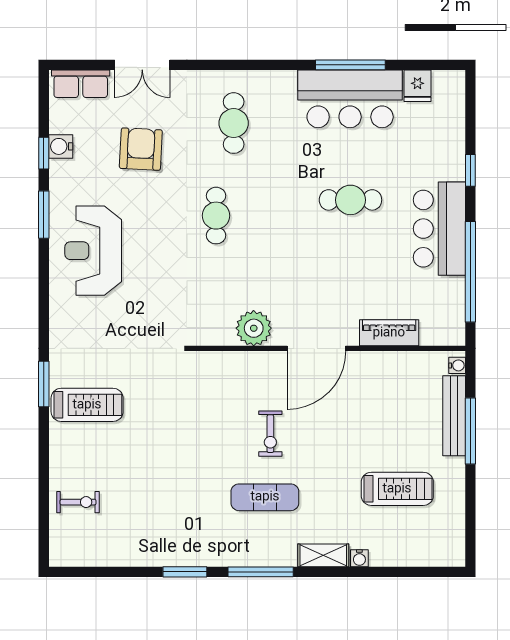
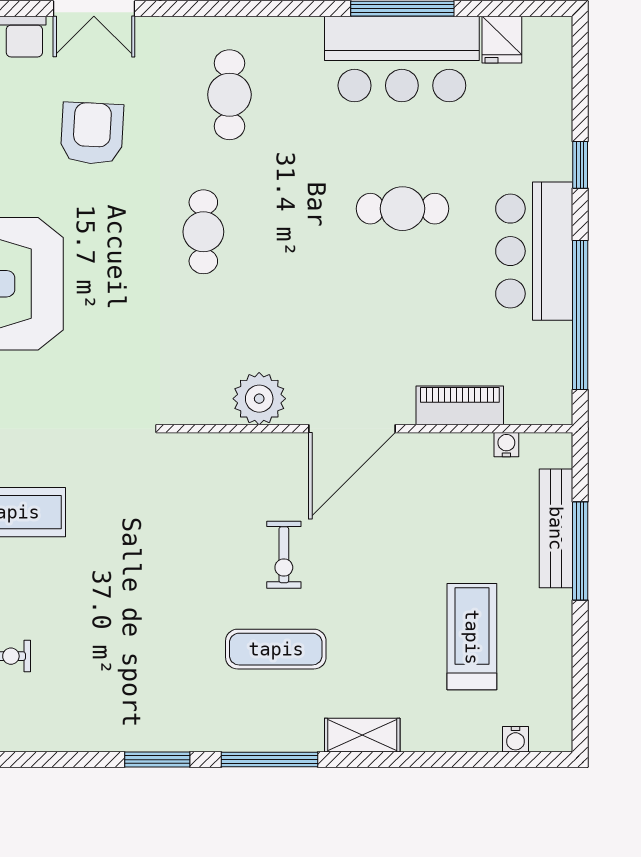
water cooler: (457, 365) -> (506, 445), moved, turned -90
treadmill: (397, 489) -> (472, 637), turned -90
water cooler: (359, 558) -> (516, 739), moved

